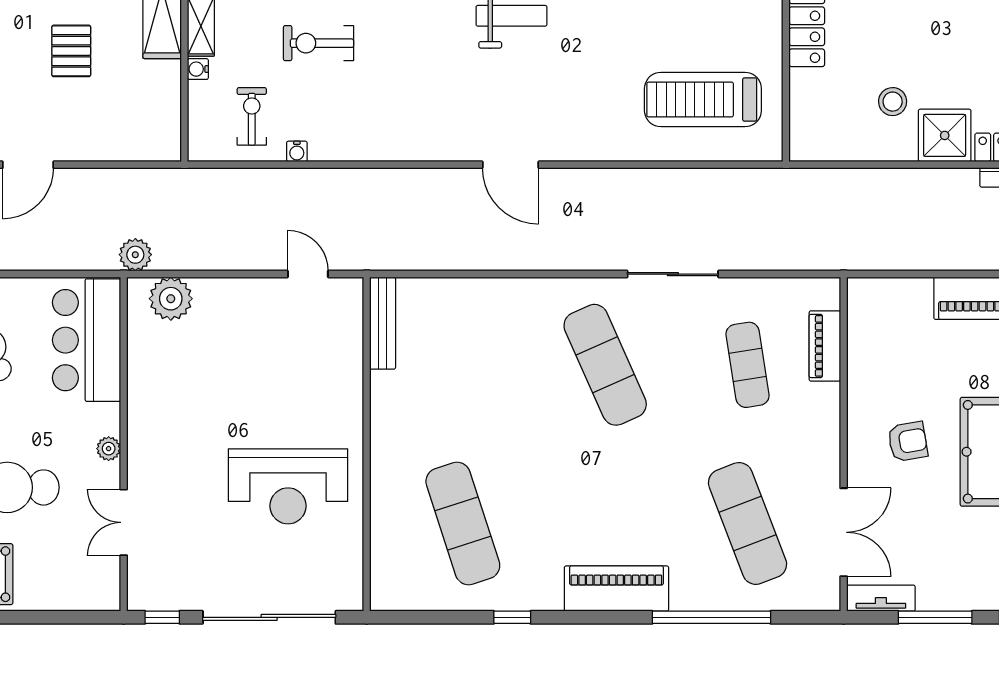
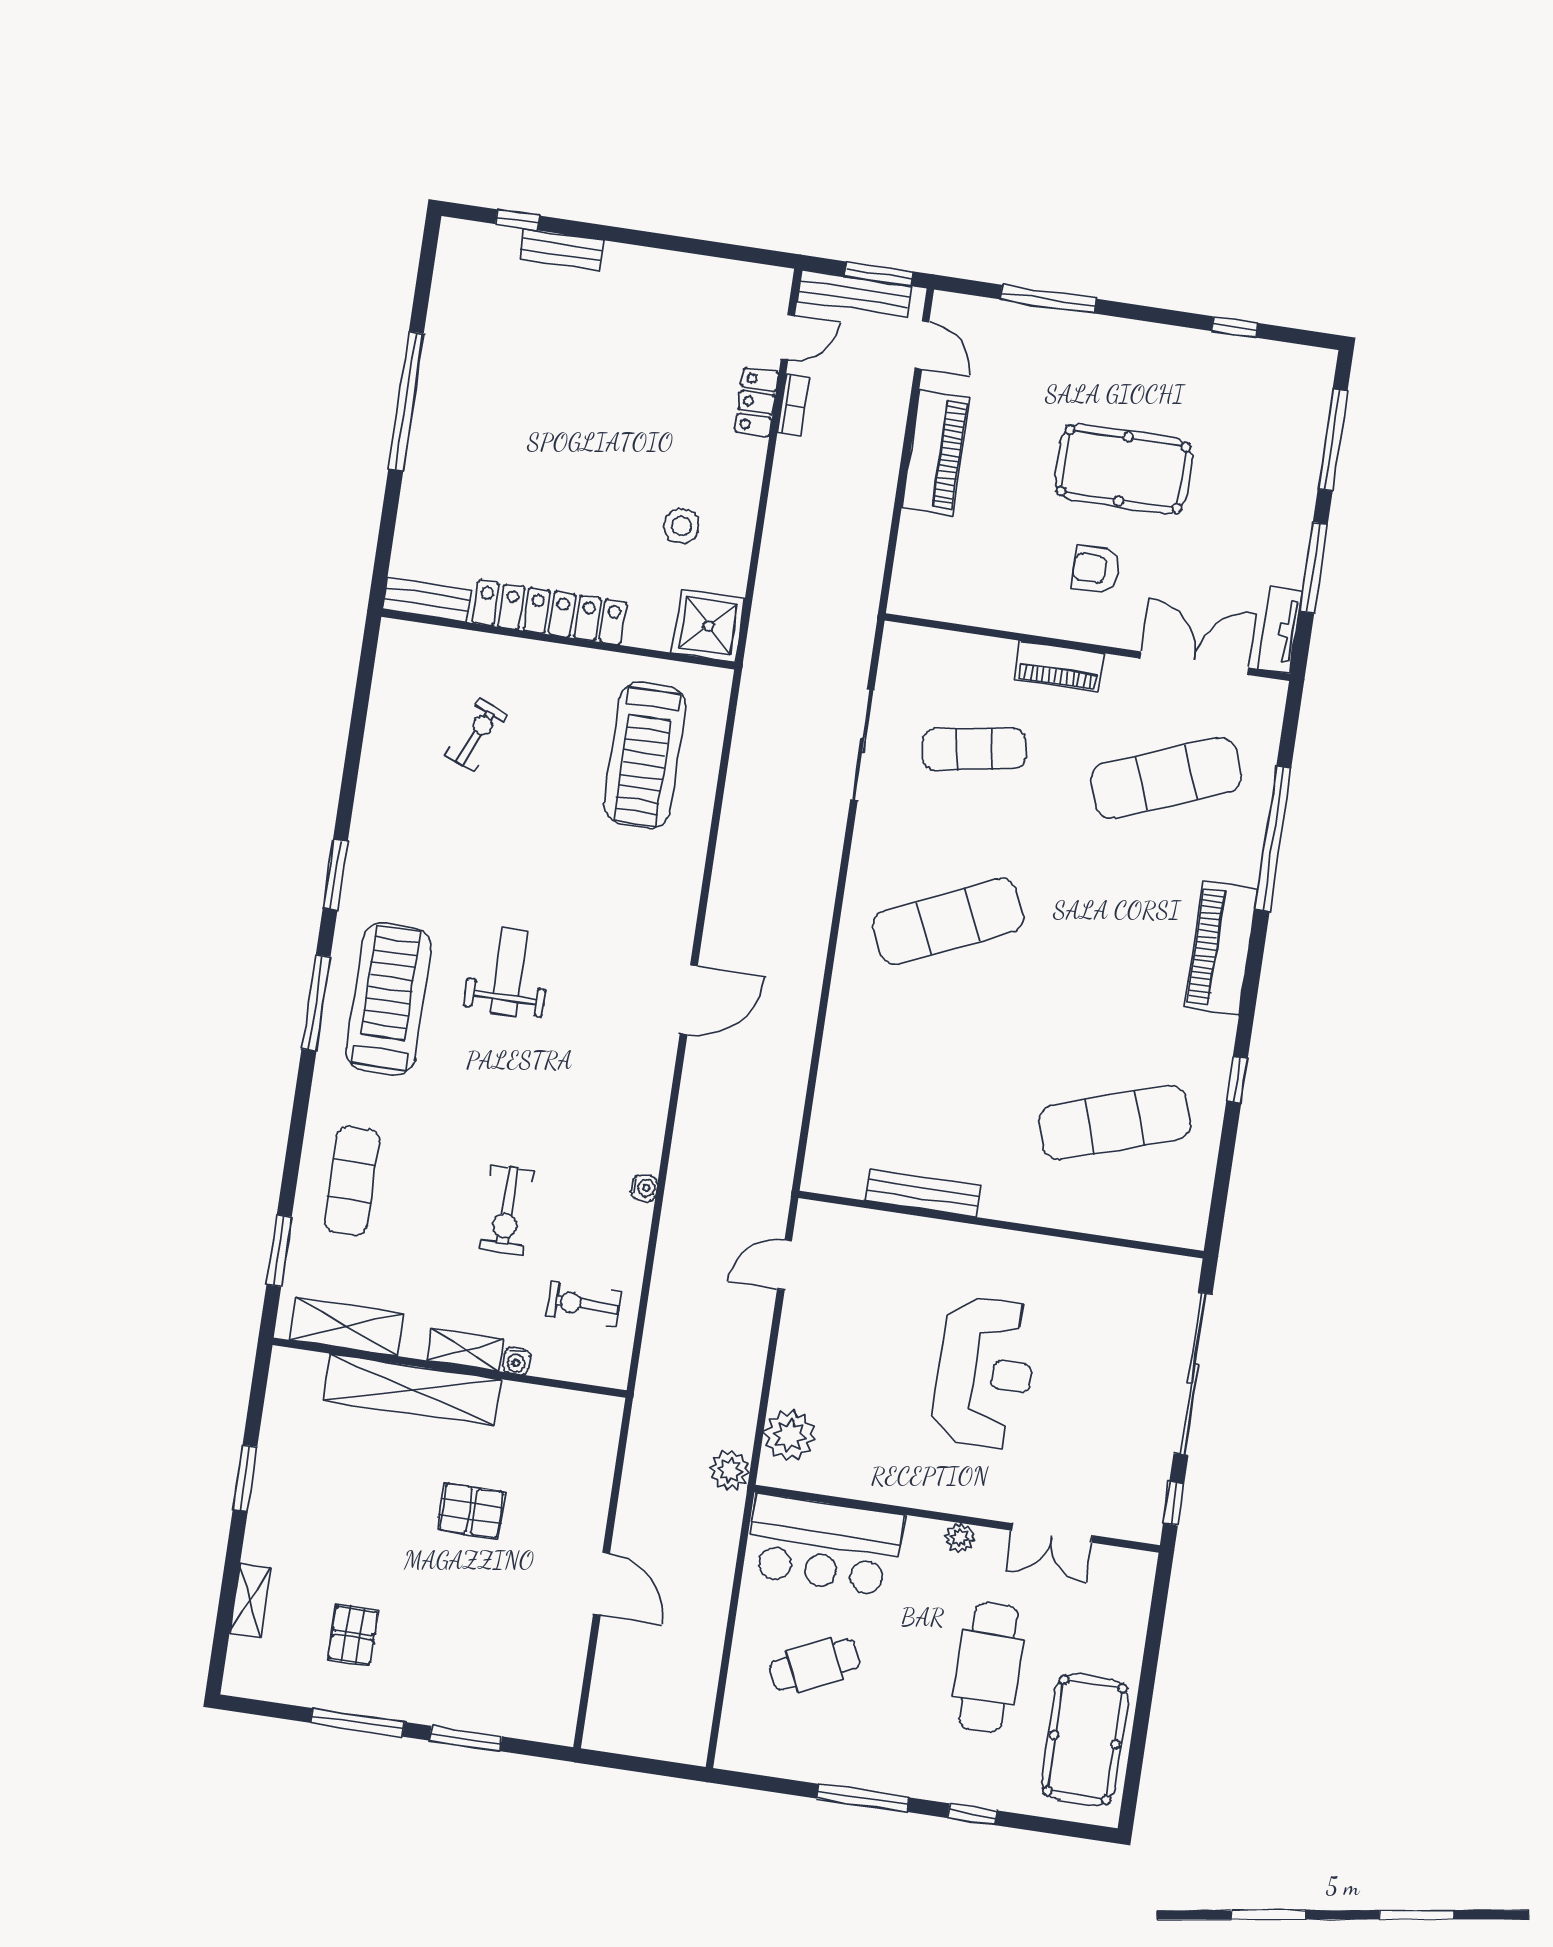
shower: (945, 135) -> (708, 626), moved
water cooler: (297, 151) -> (644, 1188), moved
sliding door: (673, 274) -> (862, 745), moved
bench: (383, 323) -> (923, 1193), moved
piano: (825, 346) -> (1060, 666), moved
armchair: (908, 442) -> (1096, 569), turned -80
reception desk: (288, 486) -> (985, 1373), moved

